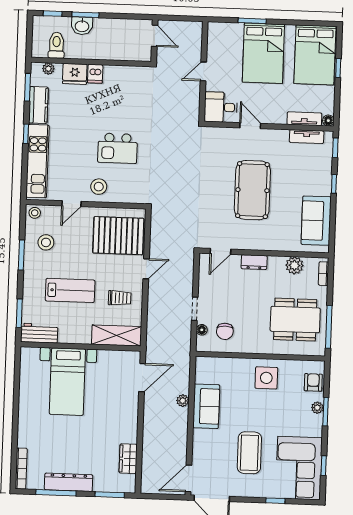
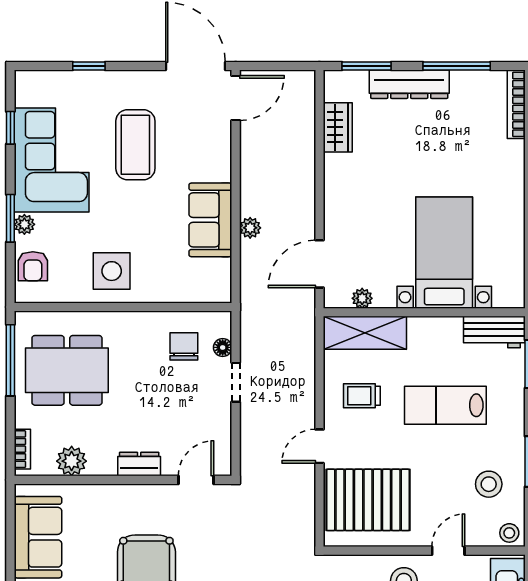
plant: (117, 356) -> (362, 298), added
corner sofa: (299, 468) -> (52, 160), moved
dresser: (69, 482) -> (409, 84), moved

